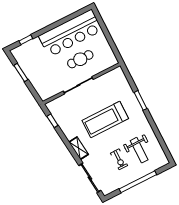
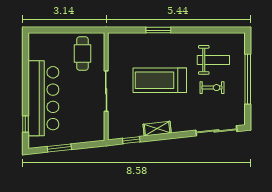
bar counter: (70, 33) -> (43, 98), moved
cafe table: (80, 59) -> (82, 54), moved
treadmill: (105, 119) -> (160, 80), turned 90
shelving: (79, 148) -> (157, 129), moved

